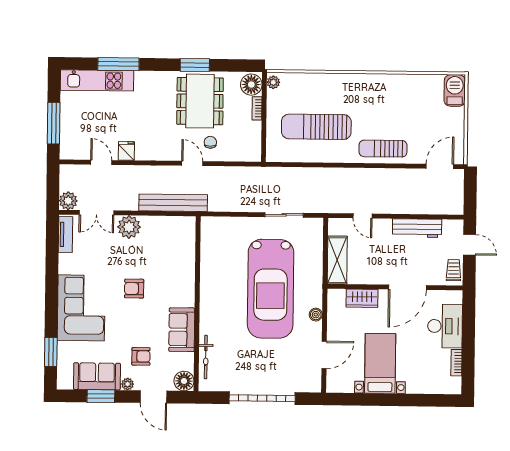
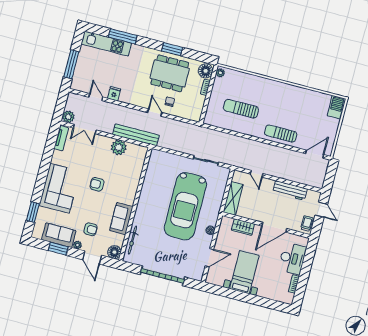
dining table: (200, 101) -> (170, 73), turned 90
sun lounger: (316, 127) -> (241, 109), width x0.73, depth x0.75
plant: (129, 227) -> (119, 147), moved

